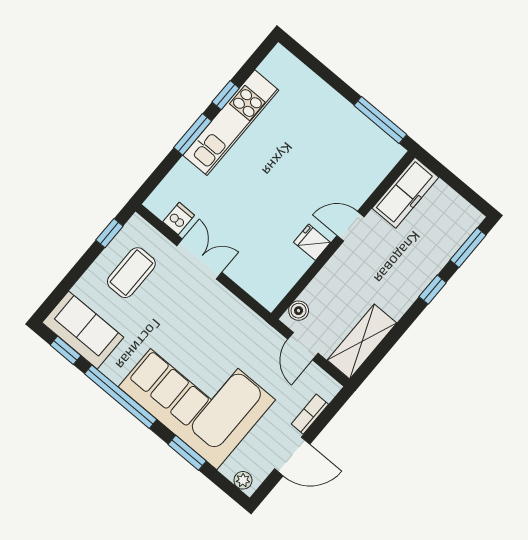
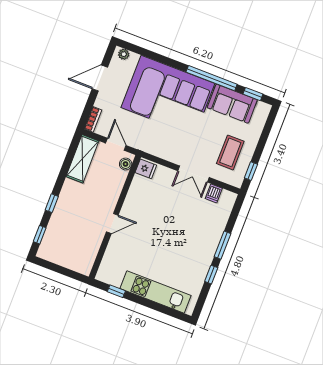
window: (380, 120) -> (116, 291), width x0.46
kitchen unit: (231, 123) -> (156, 292), moved, turned 90
freezer: (405, 193) -> (87, 254), removed
fridge: (312, 242) -> (146, 169), moved
window: (468, 248) -> (40, 235), width x0.67
sofa: (83, 330) -> (232, 104), moved
bookcase: (310, 414) -> (93, 119), moved
window: (187, 453) -> (162, 59), removed

